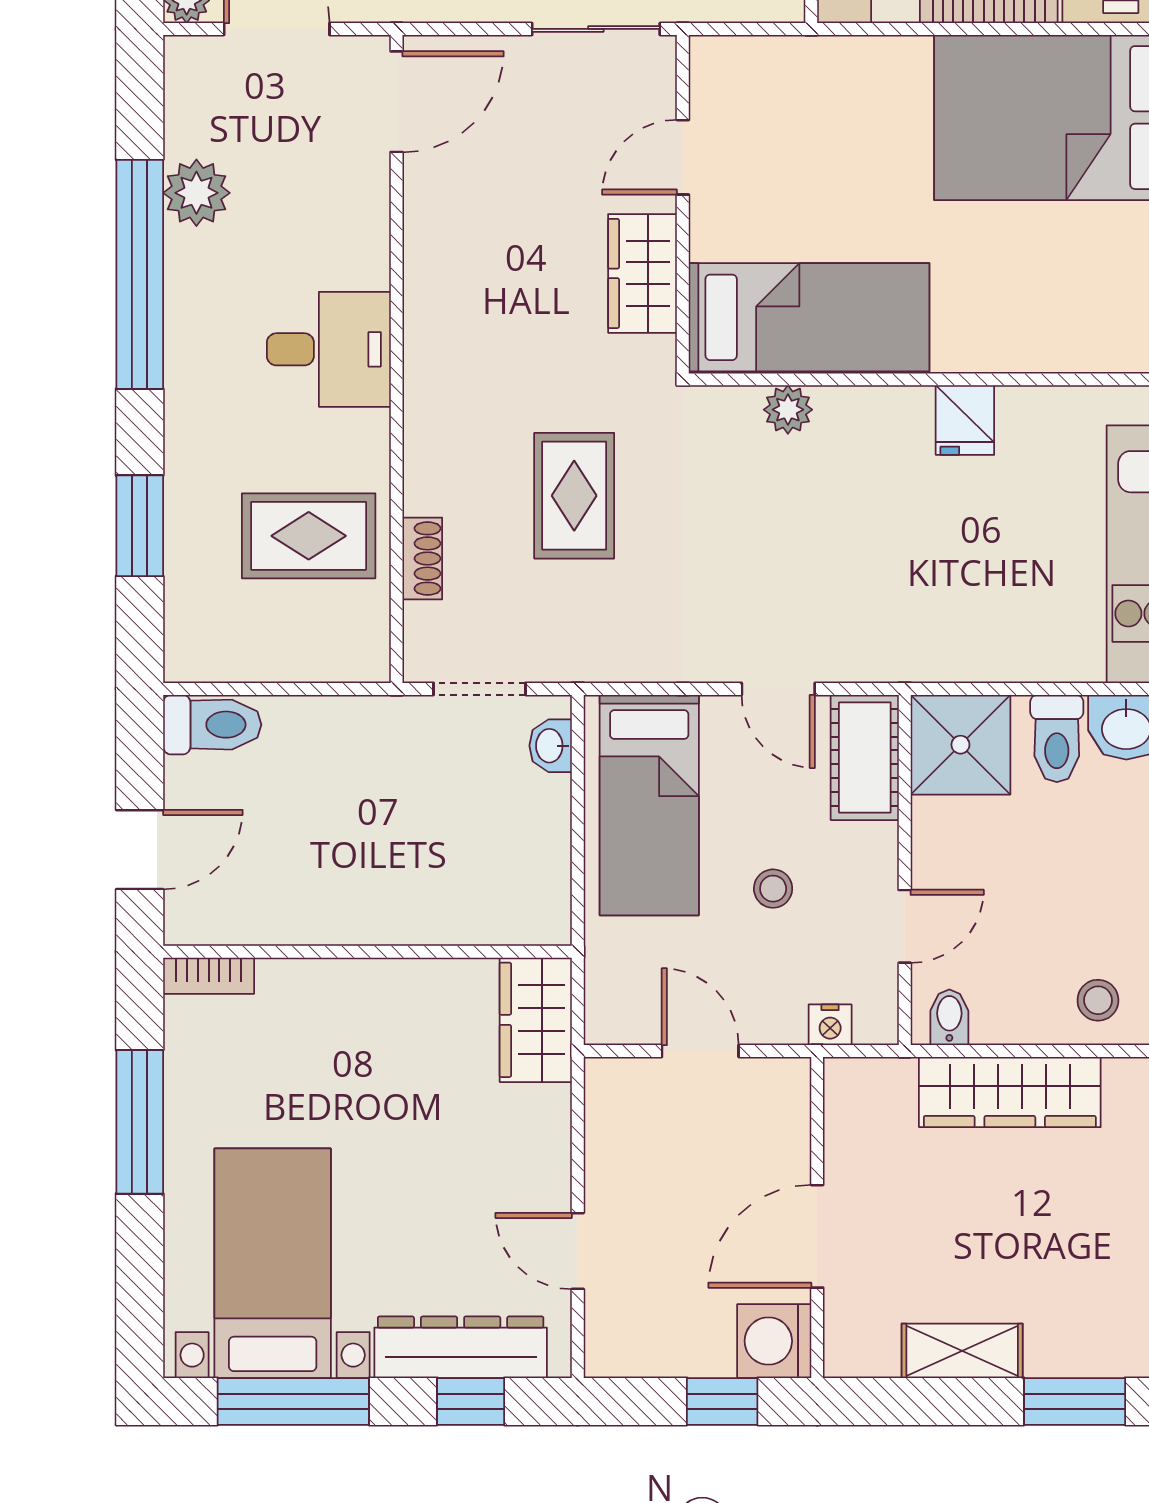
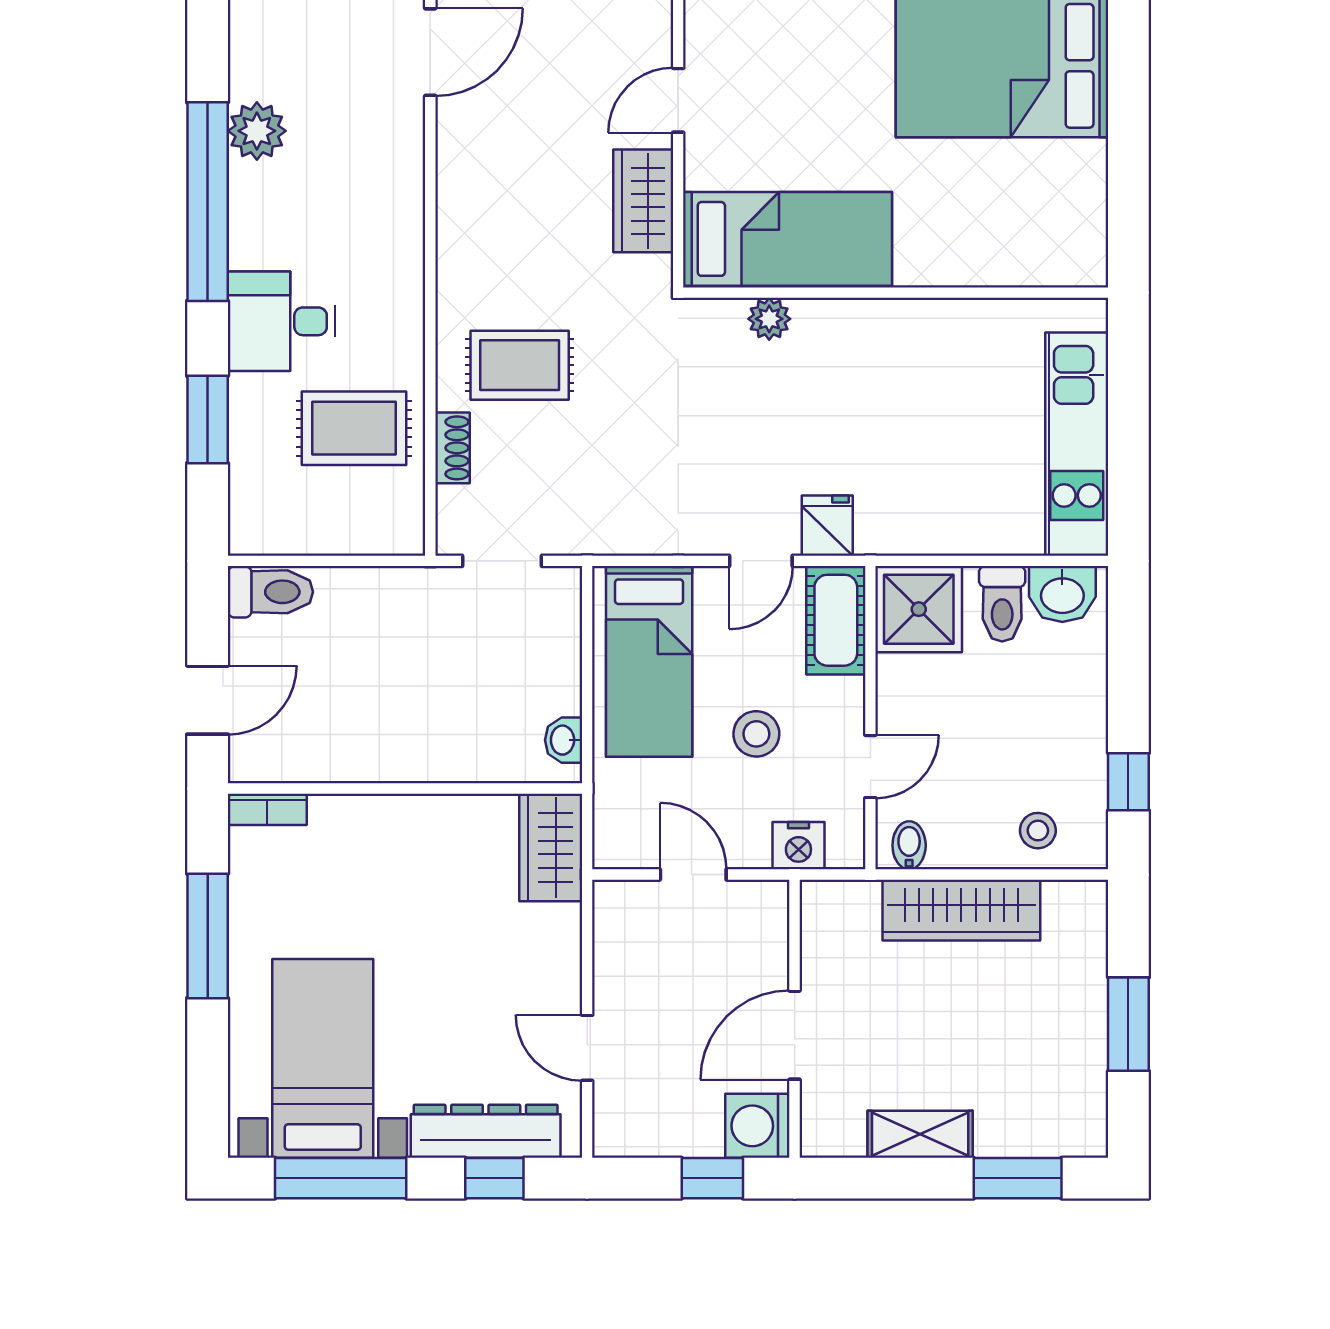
desk: (329, 349) -> (282, 321), moved, turned 180
fridge: (965, 420) -> (827, 526), moved, turned 180
rug: (574, 496) -> (520, 365), moved, turned 90
door: (778, 689) -> (761, 561), hinge flipped
washbasin: (551, 746) -> (564, 740), moved
stool: (773, 889) -> (756, 734), width x1.37, depth x1.37
nightstand: (830, 1025) -> (798, 846), width x1.39, depth x1.35

